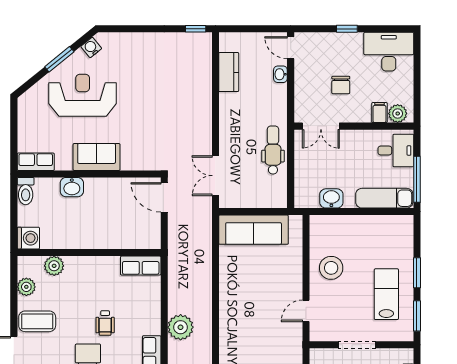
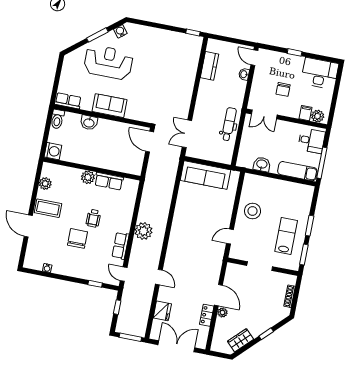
plant: (54, 266) -> (88, 177), moved
row of seats: (141, 266) -> (109, 181), moved

